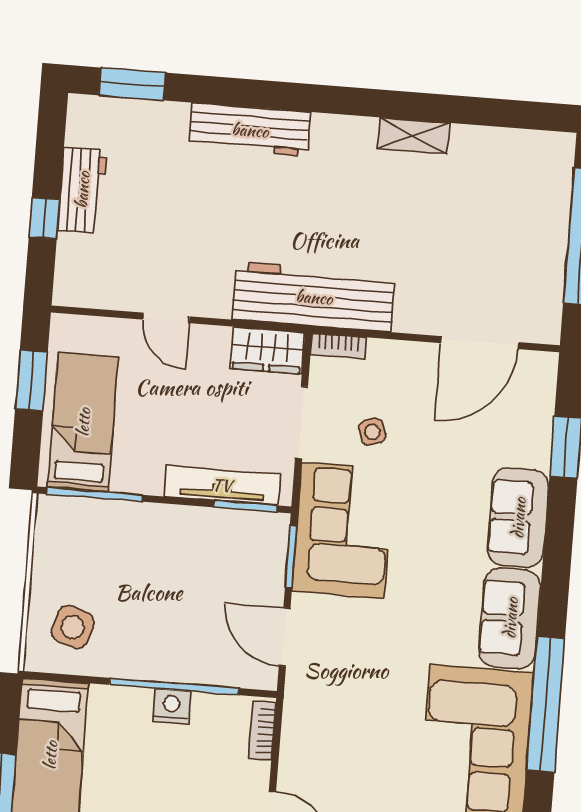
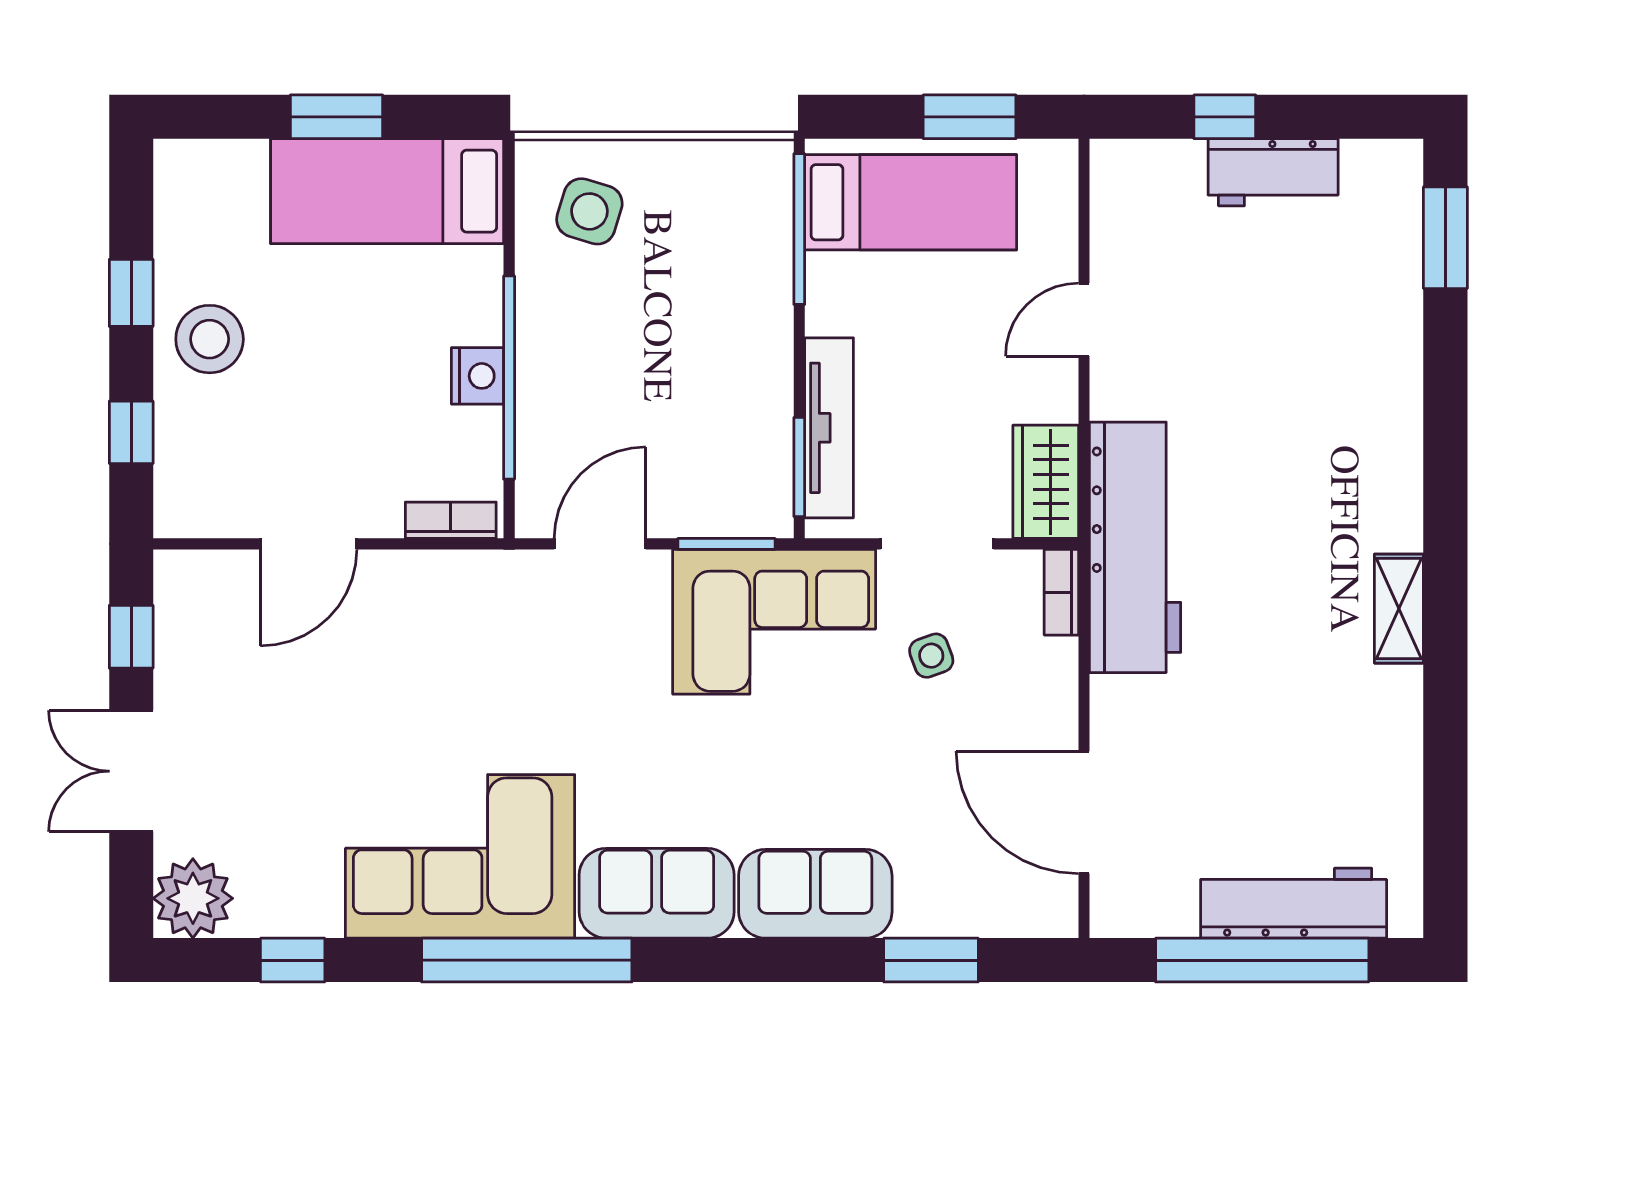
workbench: (250, 130) -> (1294, 903), moved, turned 90
shelving: (413, 136) -> (1399, 609), moved

